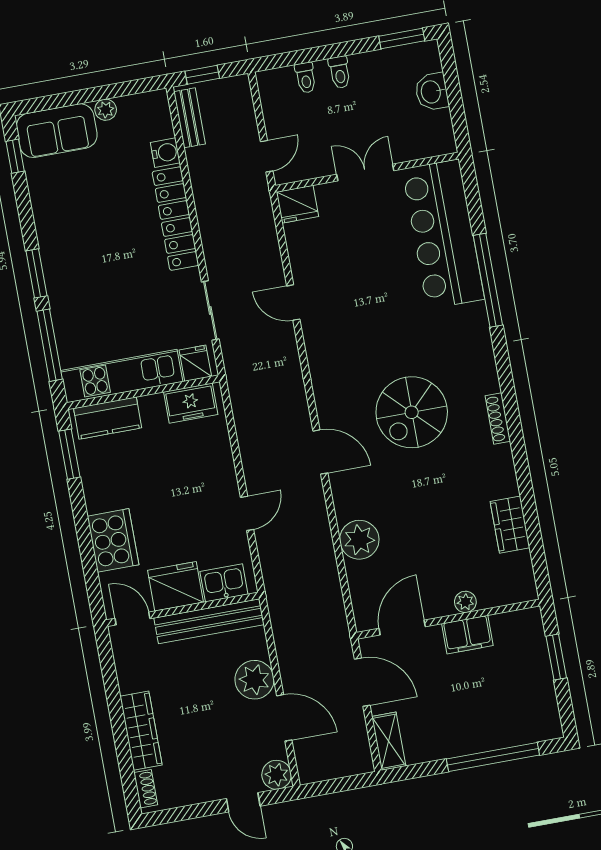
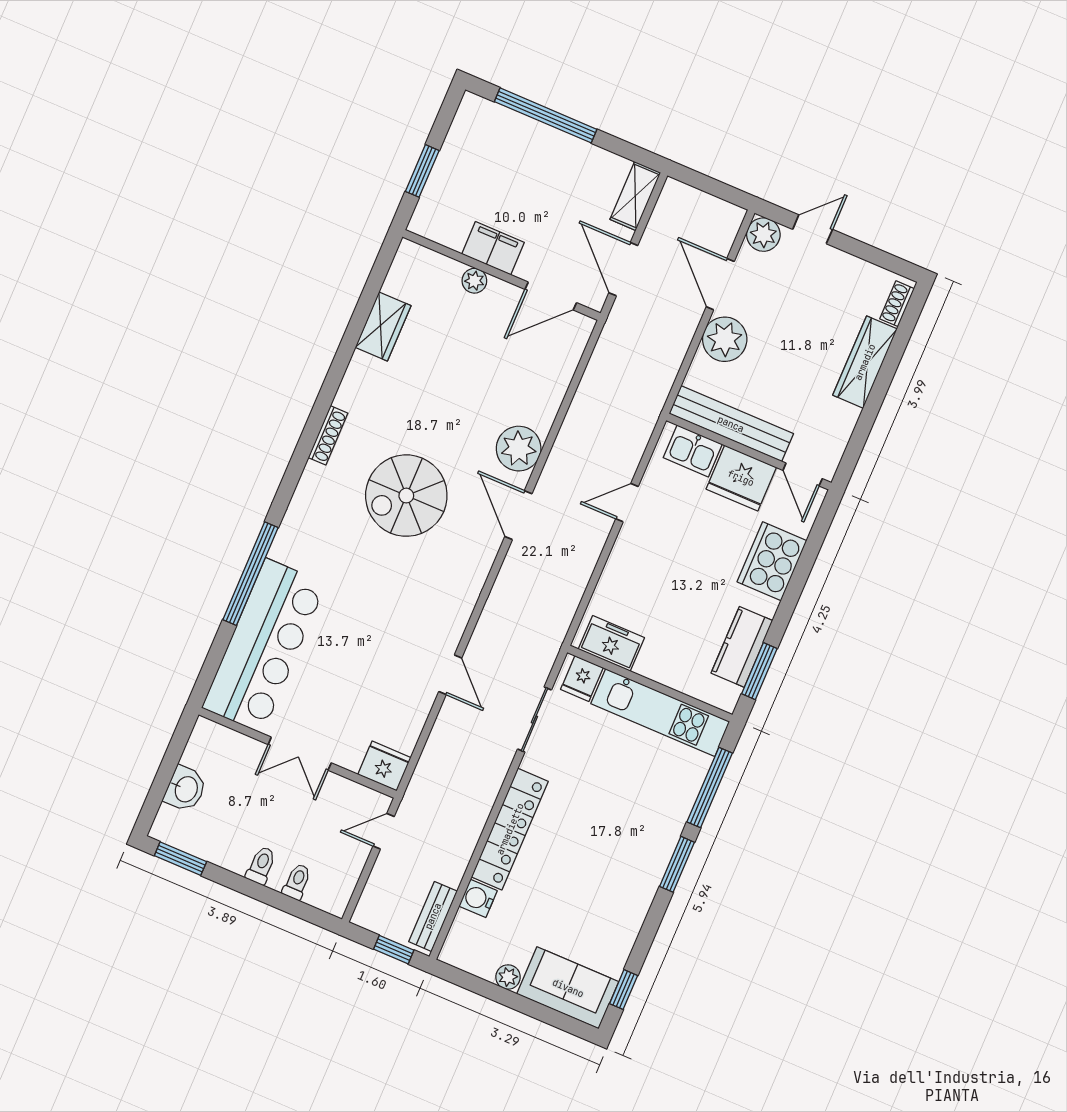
spiral stairs: (412, 412) -> (406, 496), turned 180
kitchen counter: (108, 418) -> (742, 647), moved, turned -90
plant: (359, 540) -> (519, 449), moved
door: (243, 802) -> (813, 229), hinge flipped

